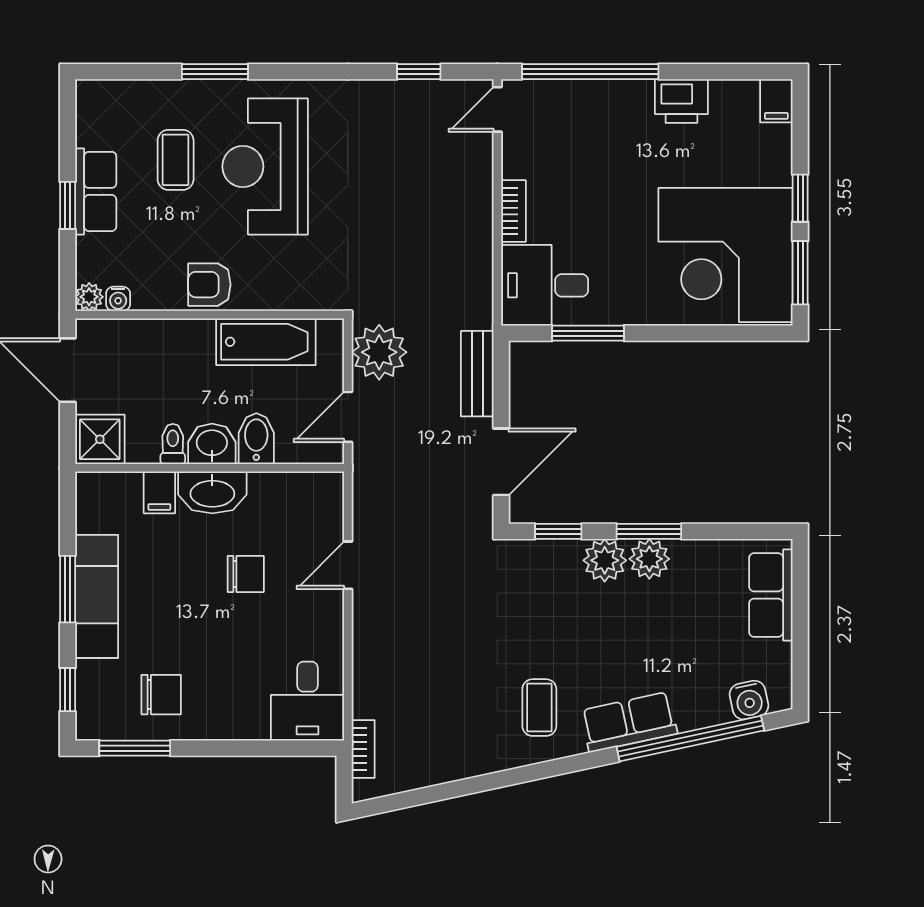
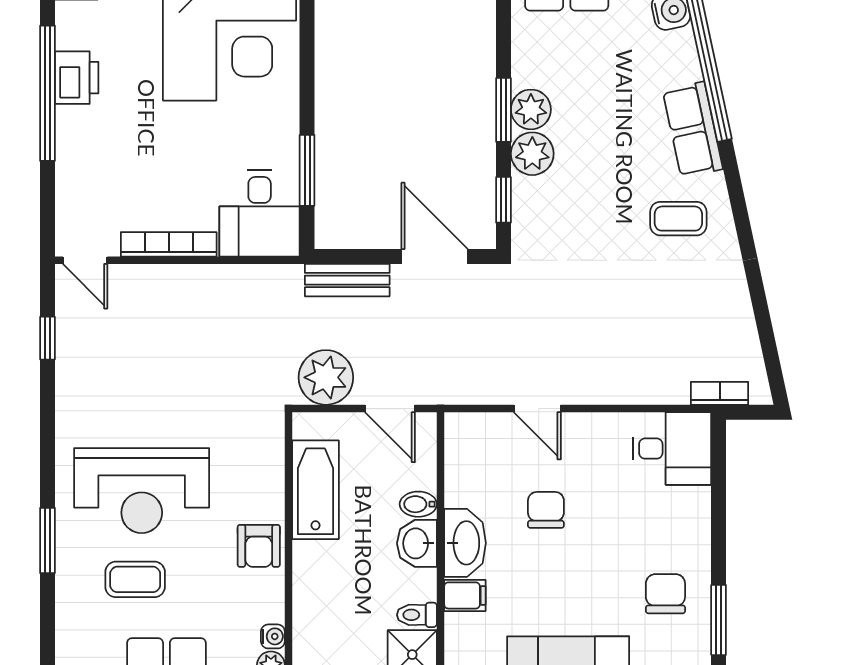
window: (590, 72) -> (48, 93), moved
bookcase: (513, 211) -> (169, 244), width x1.56
bidet: (256, 439) -> (418, 504), width x0.72, depth x0.74
toilet: (173, 444) -> (417, 615), moved

